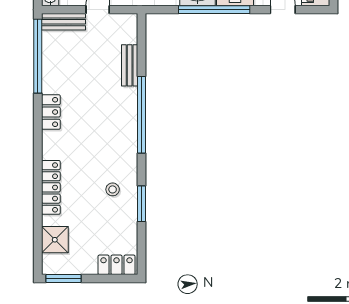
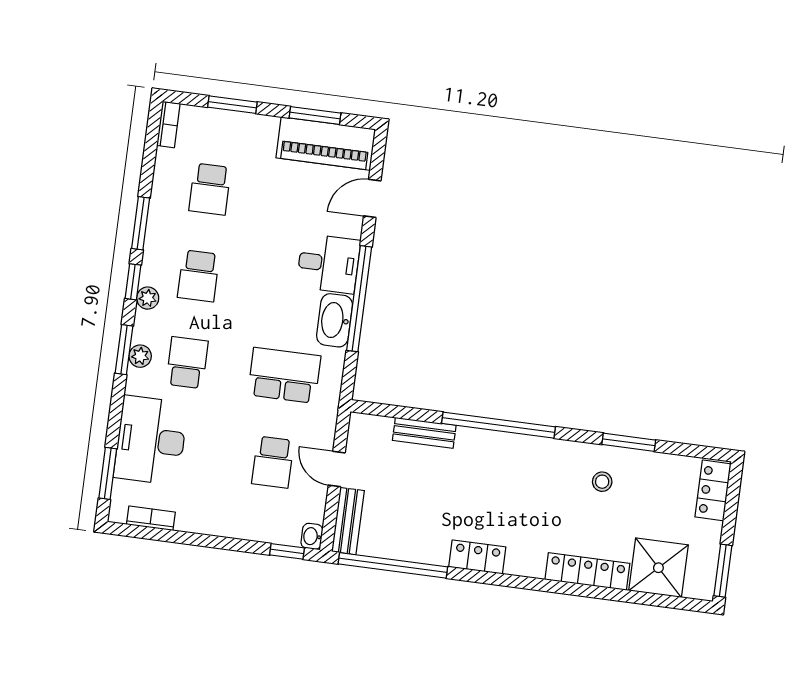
shower: (55, 240) -> (658, 568), width x1.36, depth x1.36

